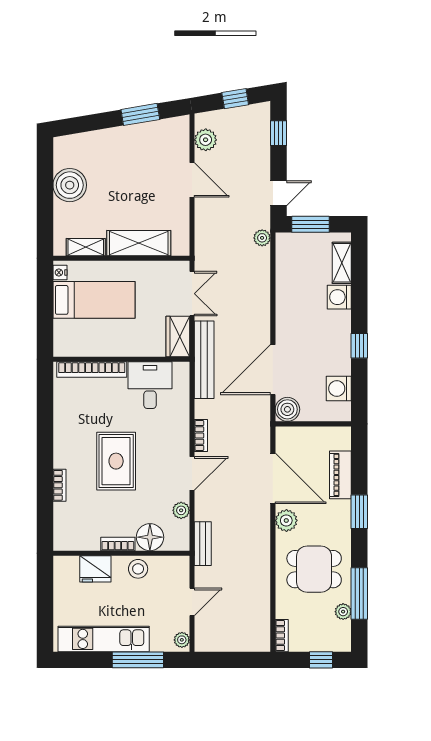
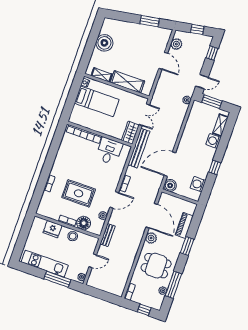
rug: (116, 461) -> (79, 193), moved, turned 90

